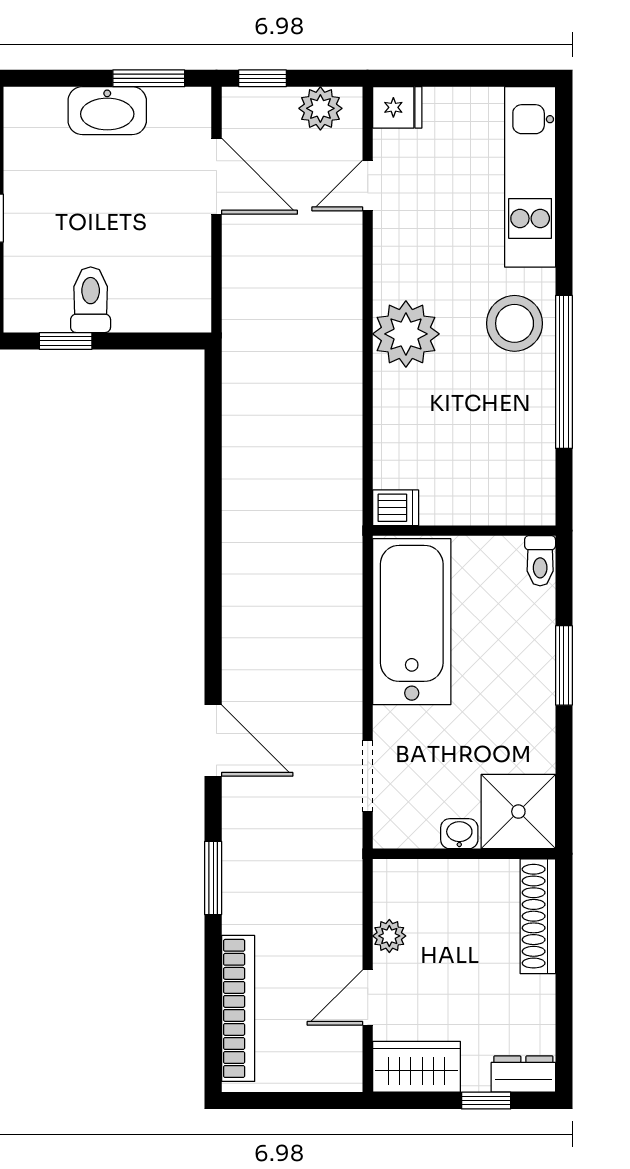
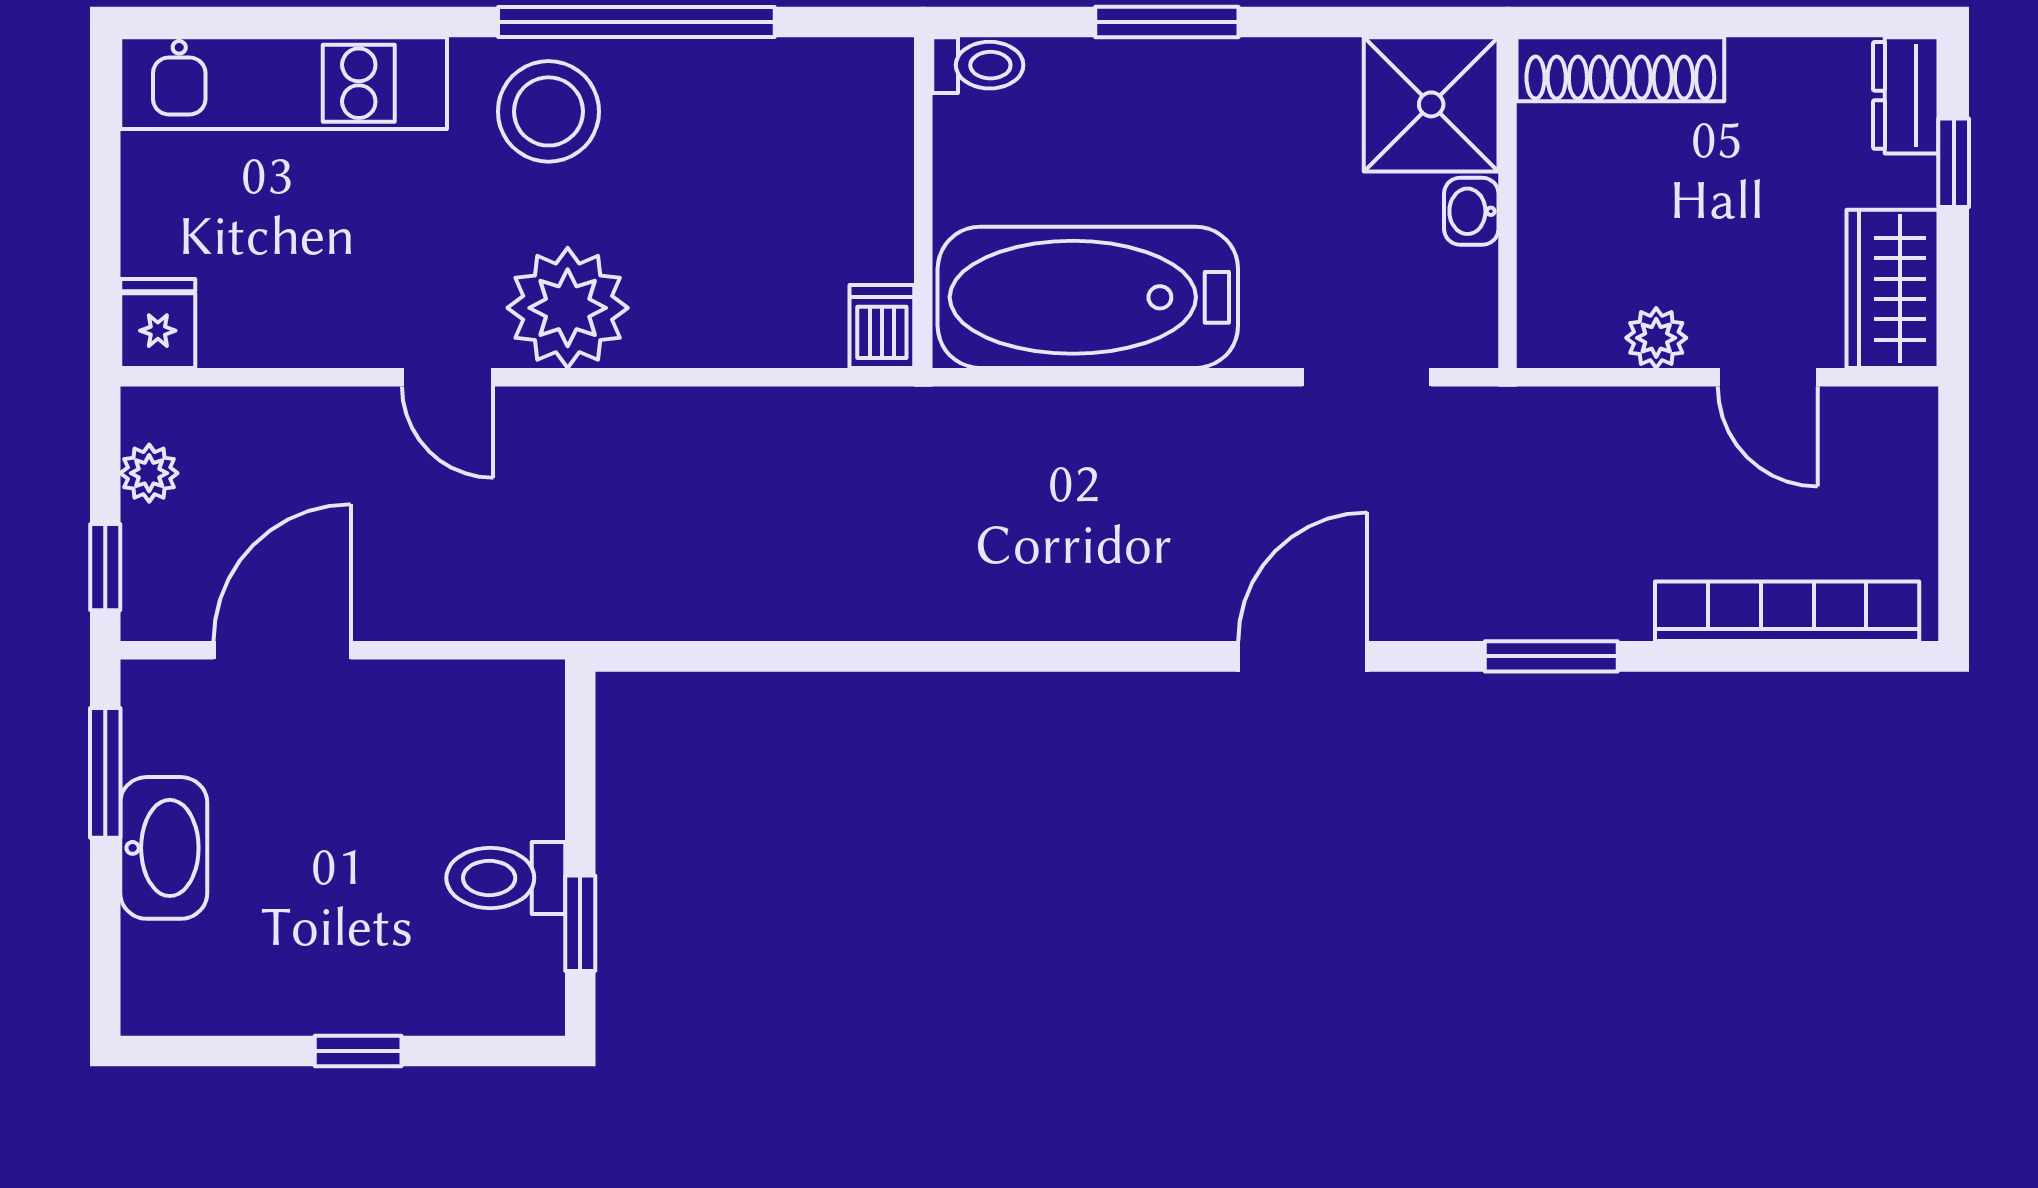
plant: (320, 108) -> (149, 473), width x0.73, depth x0.73
door: (368, 185) -> (448, 377), moved

